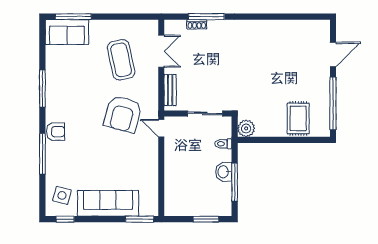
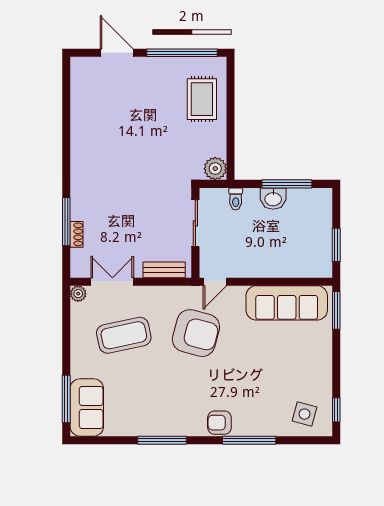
plant: (152, 26) -> (78, 294), added
rug: (298, 118) -> (202, 99), turned 90
armchair: (56, 132) -> (219, 423), turned -90
sofa: (108, 203) -> (287, 303), moved, turned -90
window: (206, 219) -> (336, 245), moved

